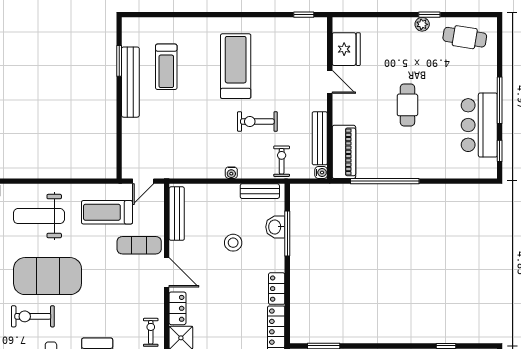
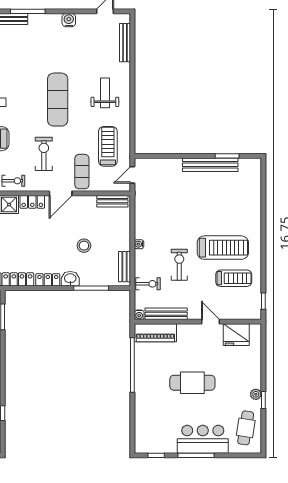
treadmill: (166, 67) -> (234, 278), moved, turned 180
door: (330, 82) -> (211, 322), swing flipped
cafe table: (407, 105) -> (192, 383), width x1.37, depth x1.35
bar counter: (479, 125) -> (203, 439), moved
door: (143, 181) -> (132, 175), hinge flipped
bench: (177, 214) -> (112, 201), width x0.73
weight bench: (39, 216) -> (105, 93), width x0.73, depth x0.75
washbasin: (275, 227) -> (70, 279), moved
exercise mat: (48, 276) -> (58, 100), width x0.68
exercise bike: (33, 316) -> (44, 154), moved

